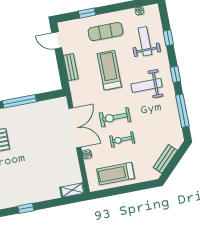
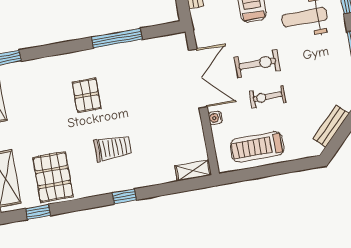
exercise bike: (115, 117) -> (257, 64), turned 180
trolley: (18, 176) -> (113, 148), added

